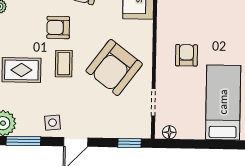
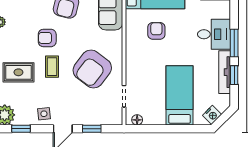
armchair: (186, 55) -> (156, 31), moved
window: (23, 141) -> (21, 129), width x0.67
window: (130, 143) -> (92, 129), moved

